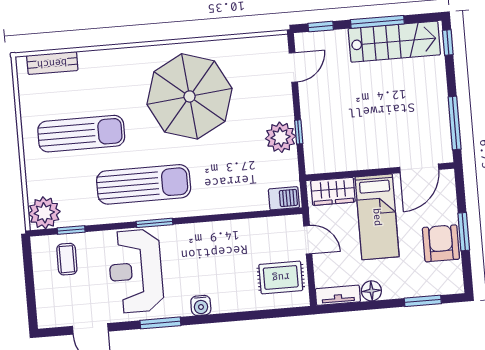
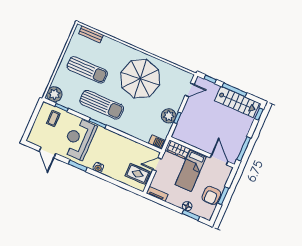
door: (419, 168) -> (219, 160), swing flipped
door: (308, 240) -> (157, 164), swing flipped
armchair: (441, 243) -> (211, 195), turned 180
floor lamp: (371, 291) -> (187, 206), moved

